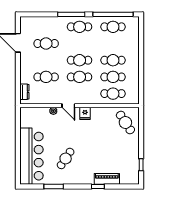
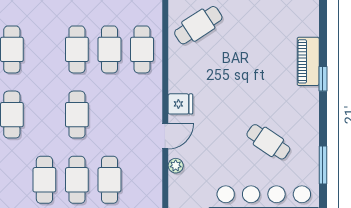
cafe table: (80, 77) -> (77, 180), moved

